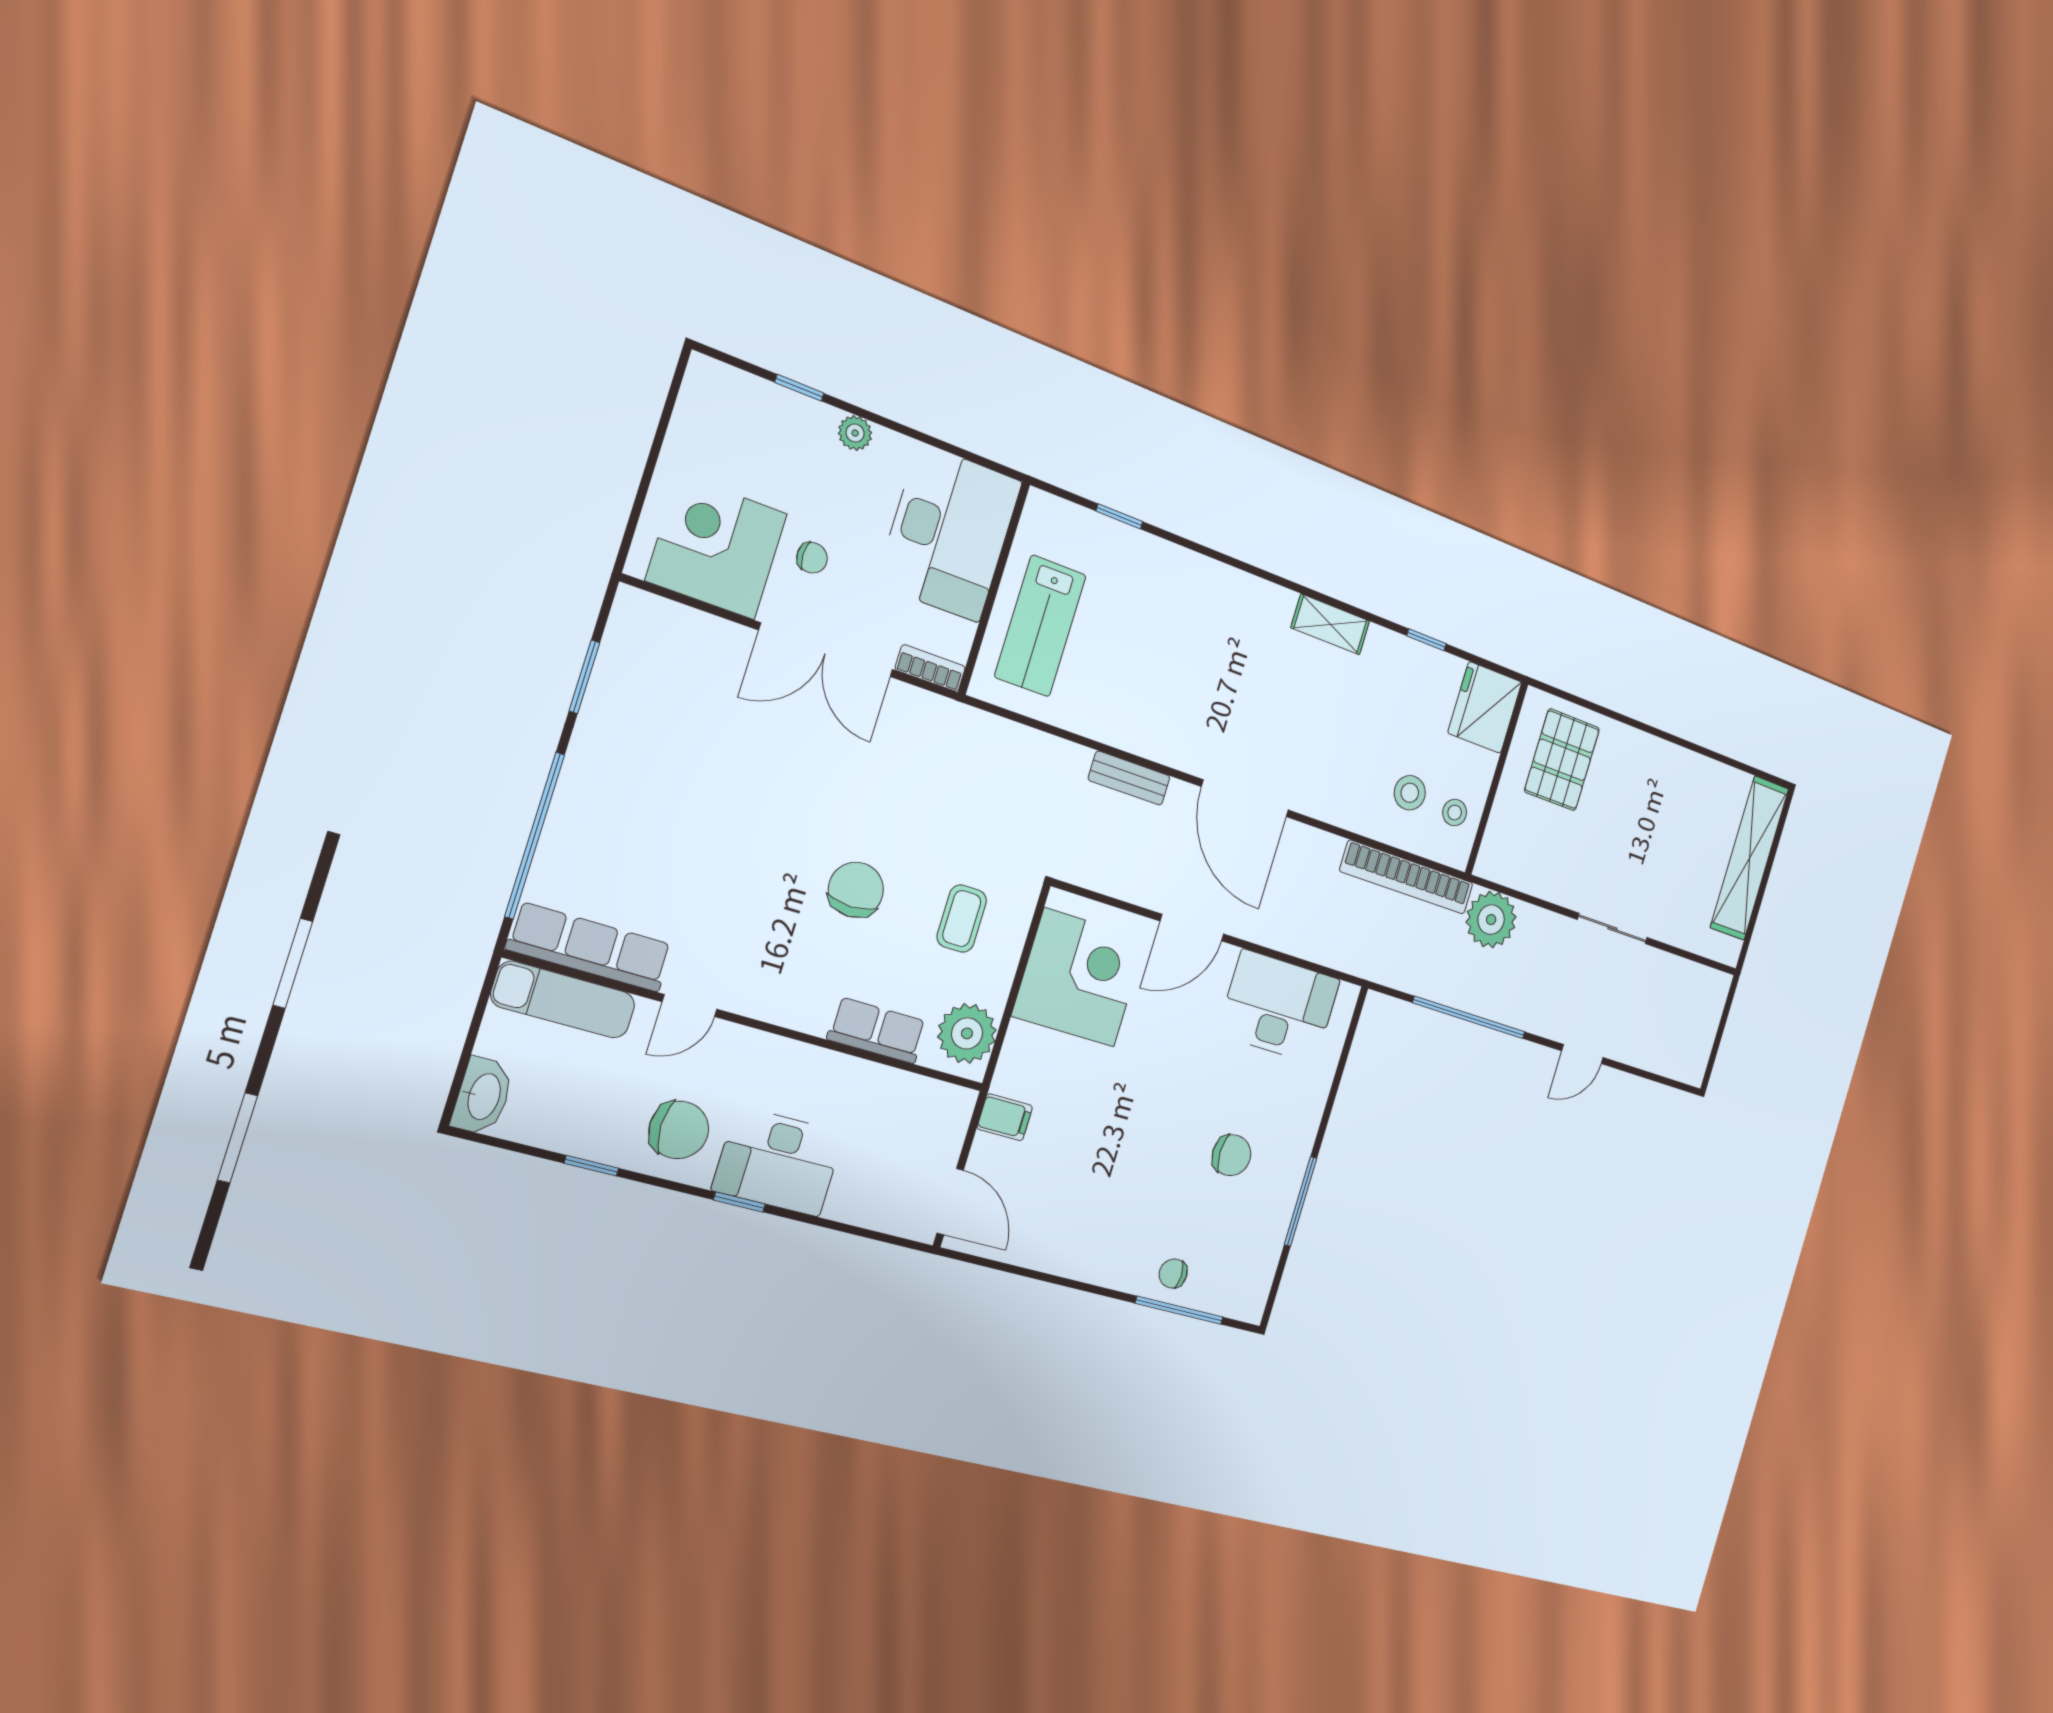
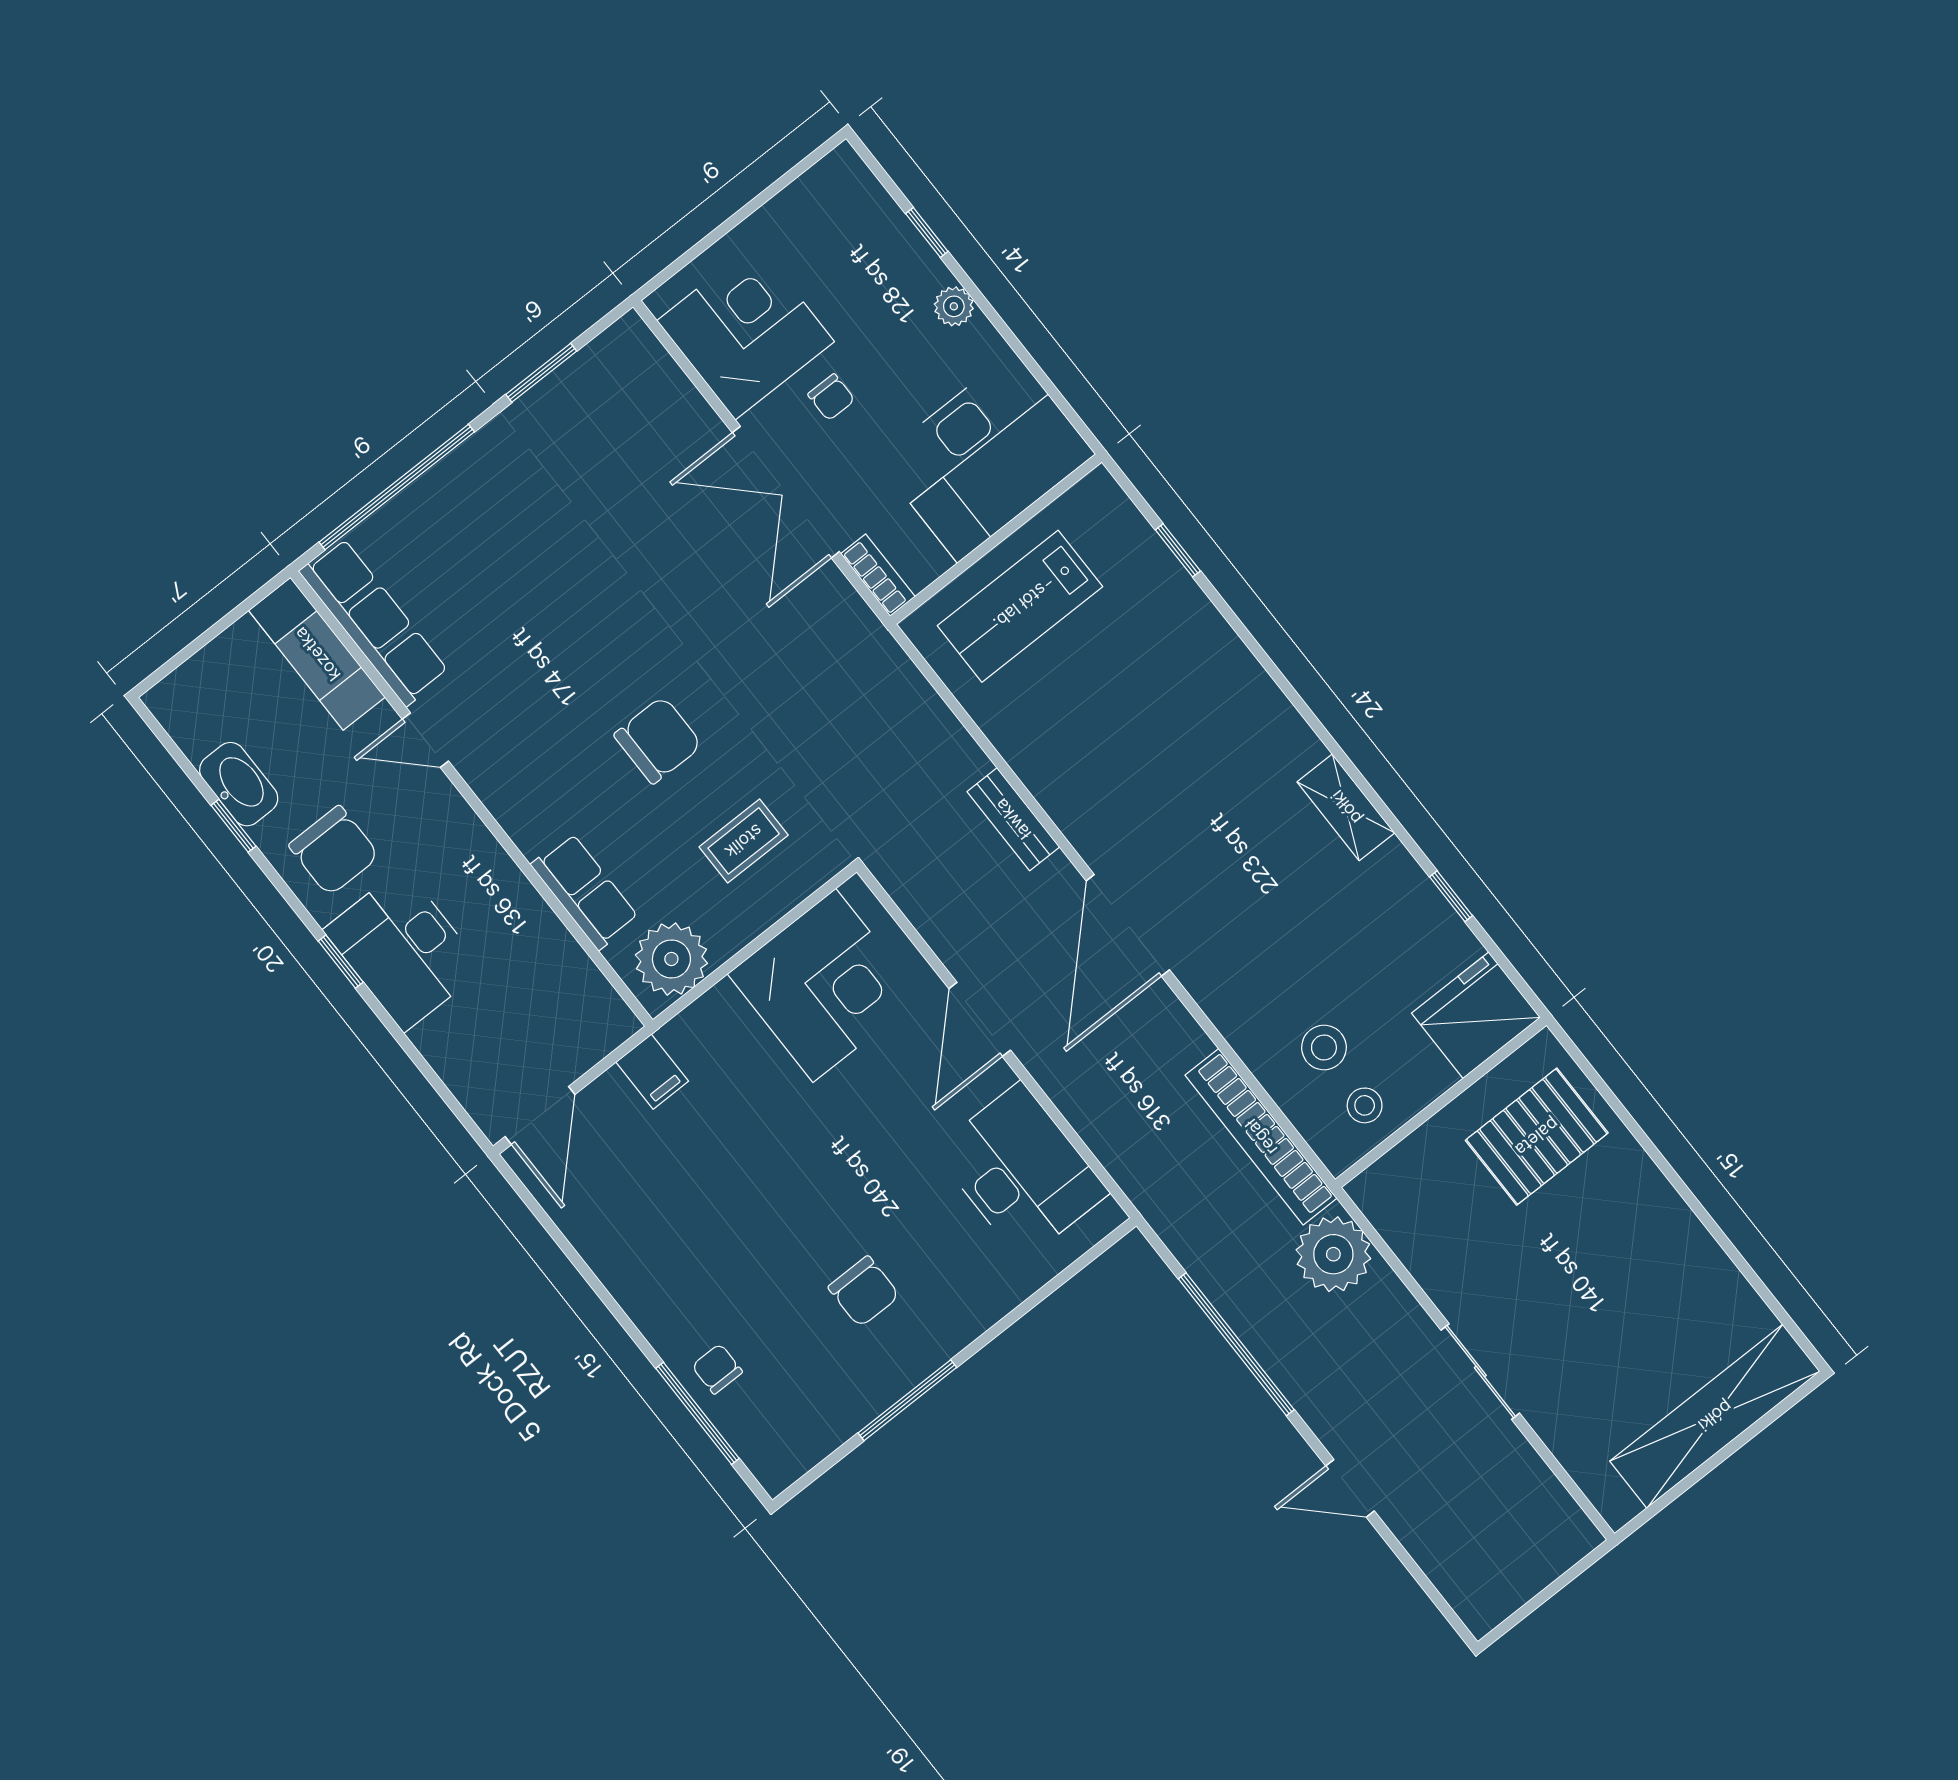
door: (1192, 928) -> (980, 1019), hinge flipped
washbasin: (483, 1096) -> (239, 784), moved, turned -90

